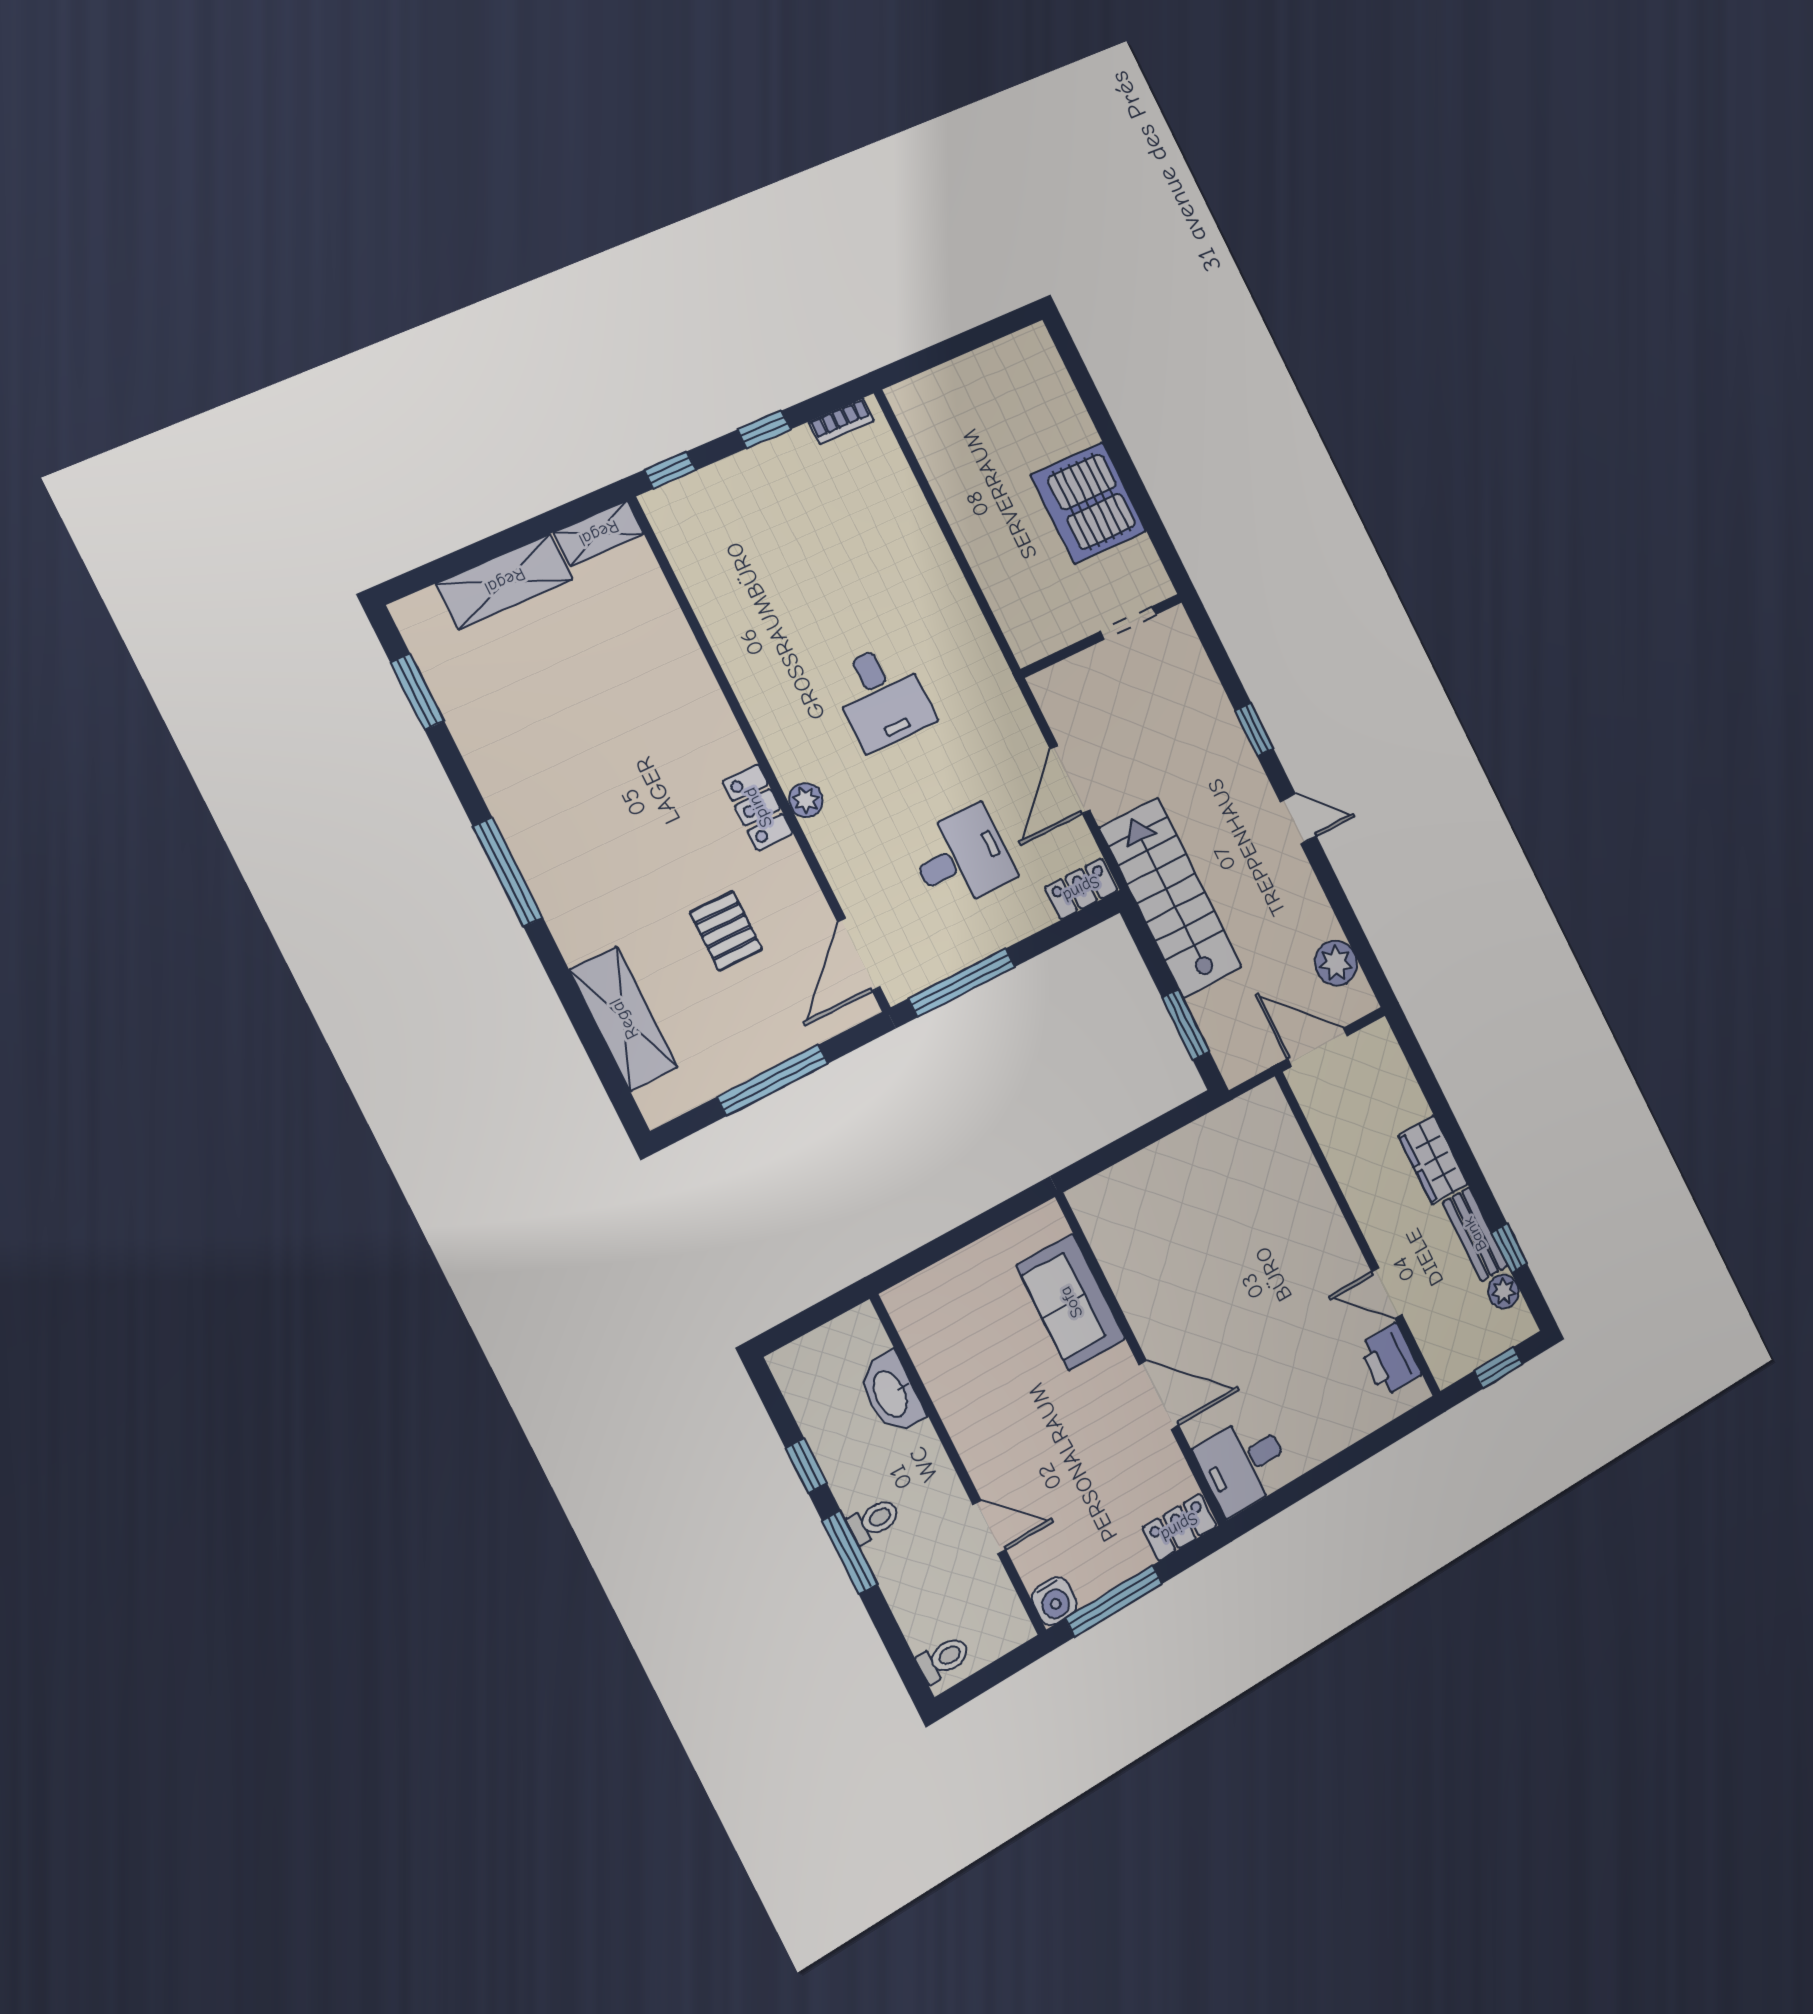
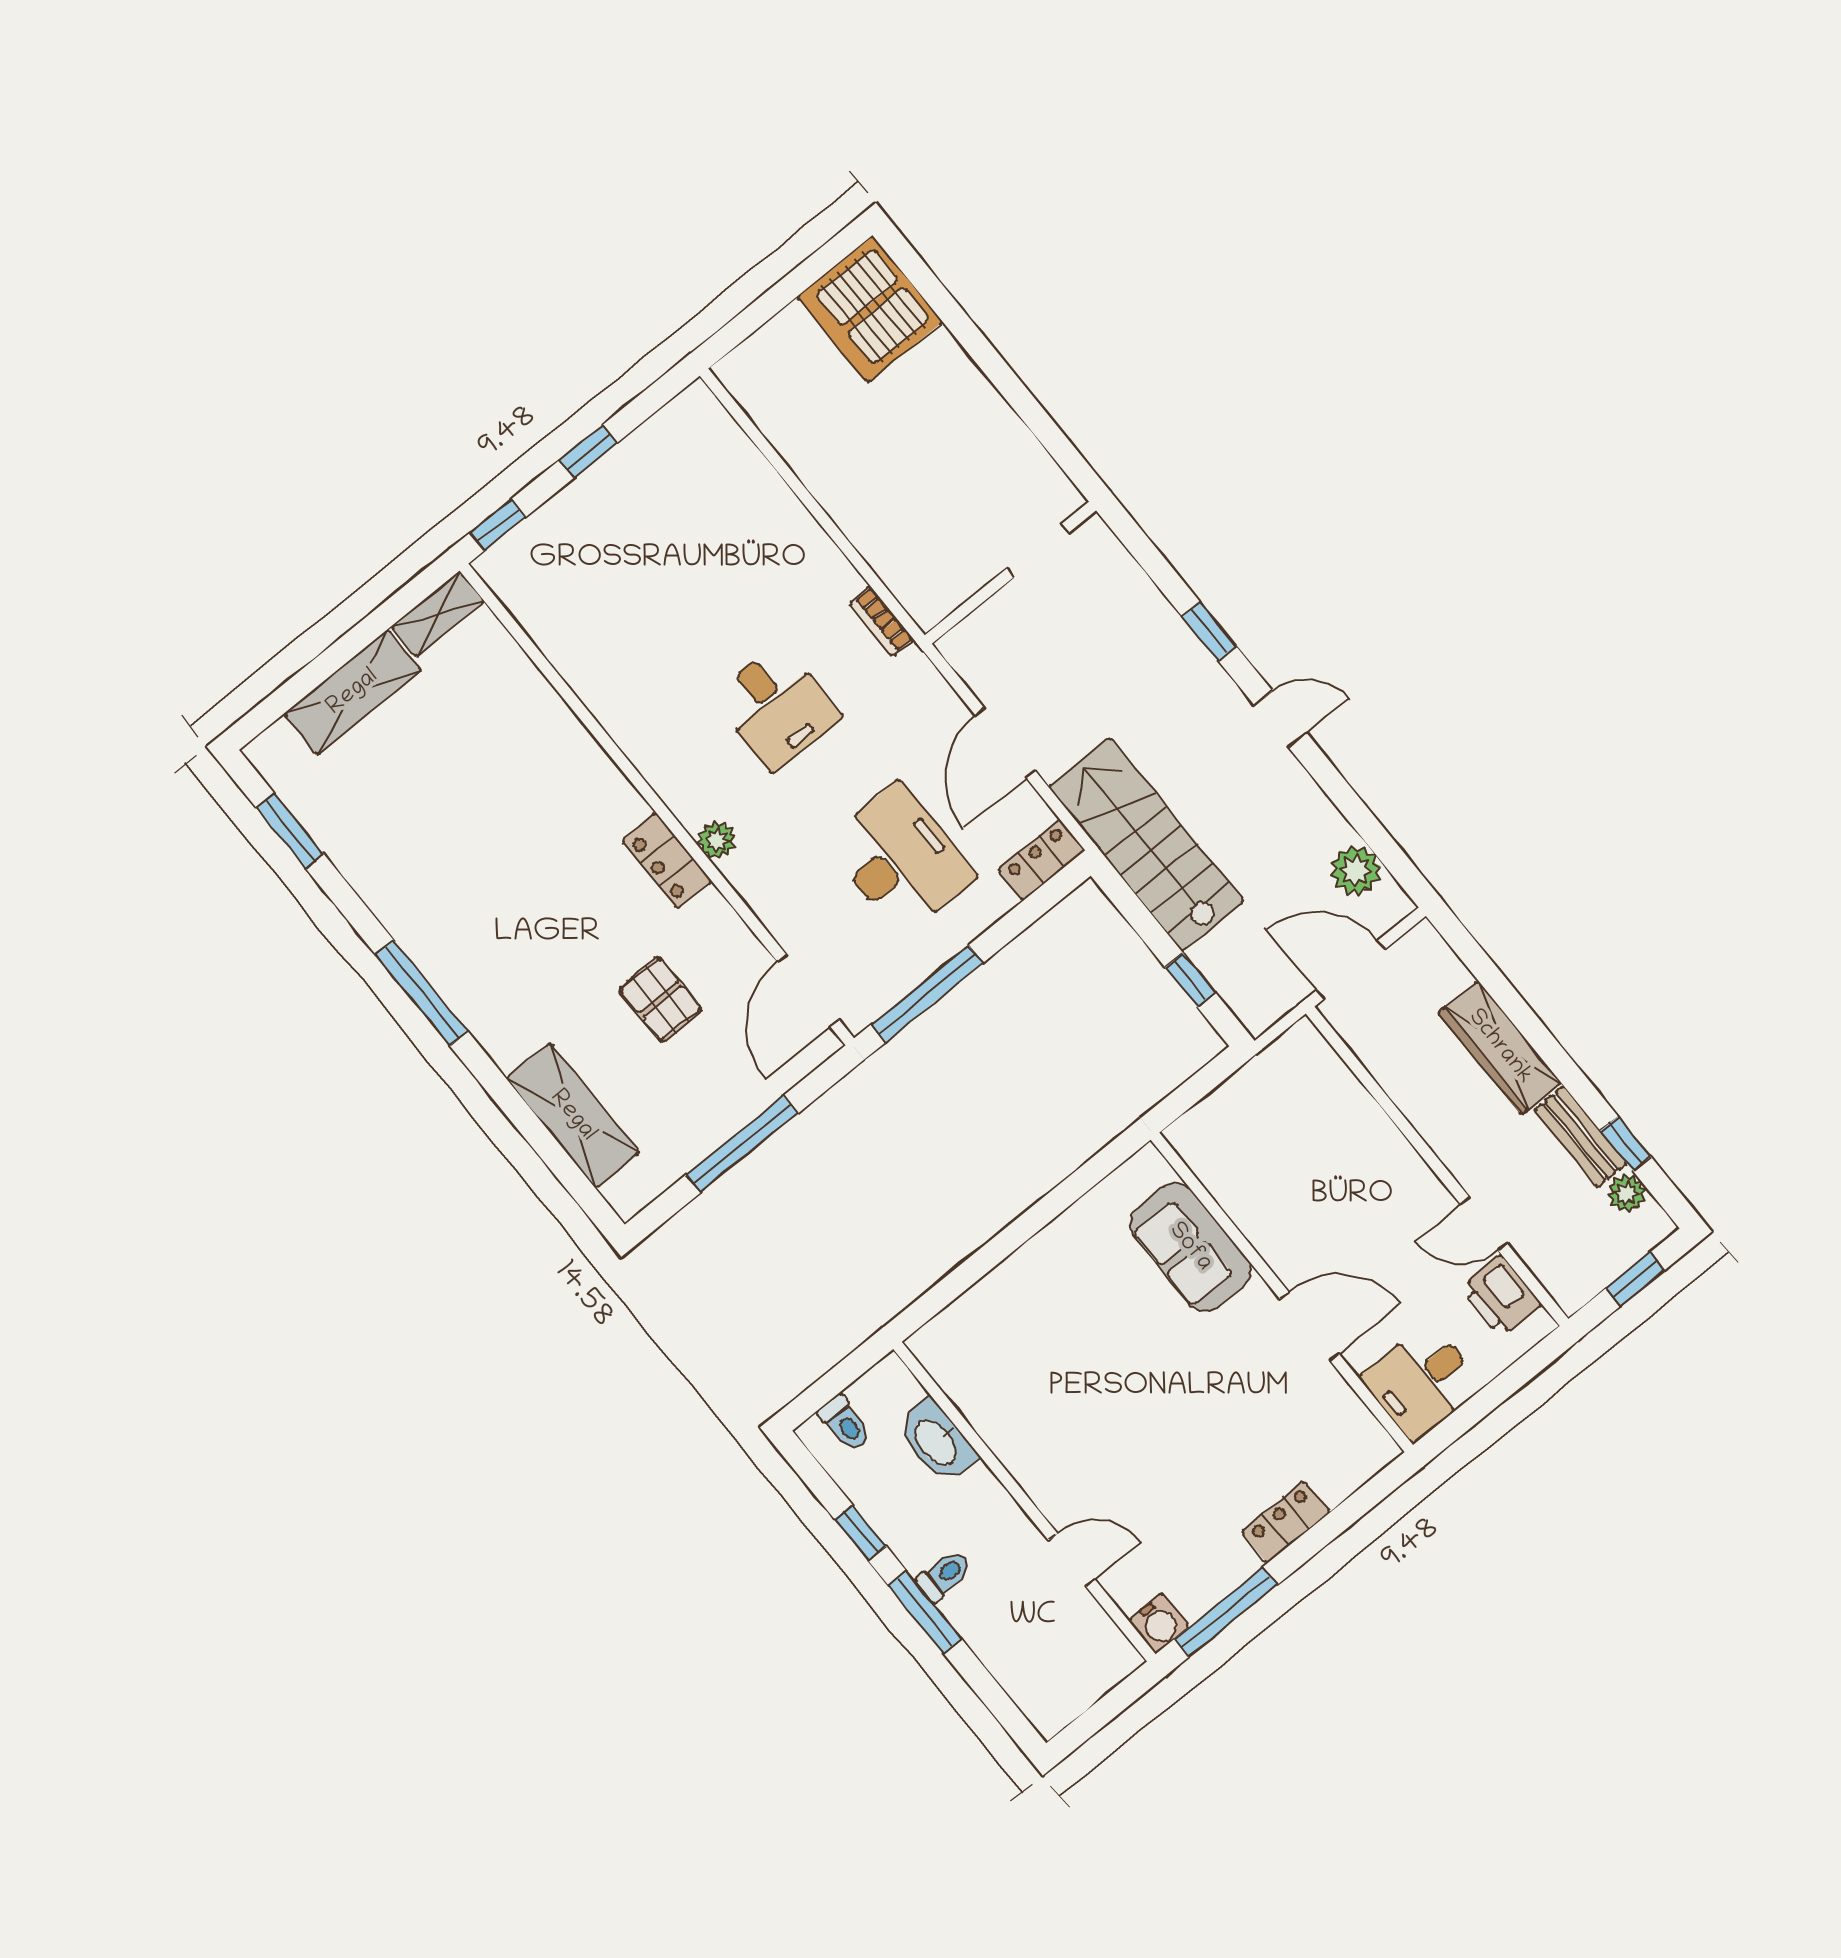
bookcase: (841, 421) -> (881, 621), moved, turned 90
server rack: (1089, 503) -> (870, 309), moved
desk: (962, 858) -> (900, 859), width x1.37
window: (1186, 1024) -> (1190, 980), width x0.67
wardrobe: (1433, 1160) -> (1500, 1047), width x1.50
sofa: (1071, 1302) -> (1190, 1247), moved
wall: (1141, 1359) -> (1282, 1292), moved
door: (1159, 1395) -> (1310, 1326), moved
desk: (1243, 1464) -> (1421, 1381), moved
toilet: (944, 1659) -> (845, 1423), moved, turned 90

